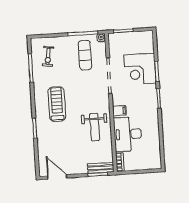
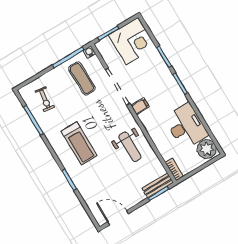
corner desk: (140, 69) -> (132, 41), moved, turned -90
treadmill: (57, 104) -> (79, 143), turned 180
filing cabinet: (119, 111) -> (140, 106), moved
desk: (128, 134) -> (186, 126), moved, turned 180
plant: (153, 159) -> (207, 149), added

